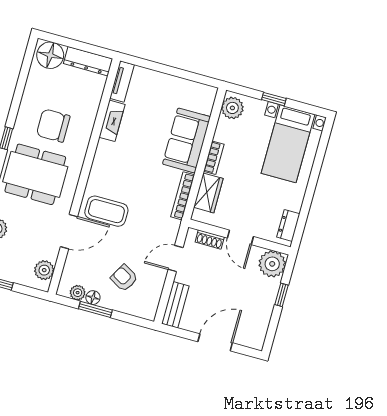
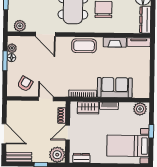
coffee table: (106, 211) -> (84, 46), moved, turned 90
armchair: (124, 278) -> (25, 84), moved
bench: (175, 305) -> (19, 157), moved

